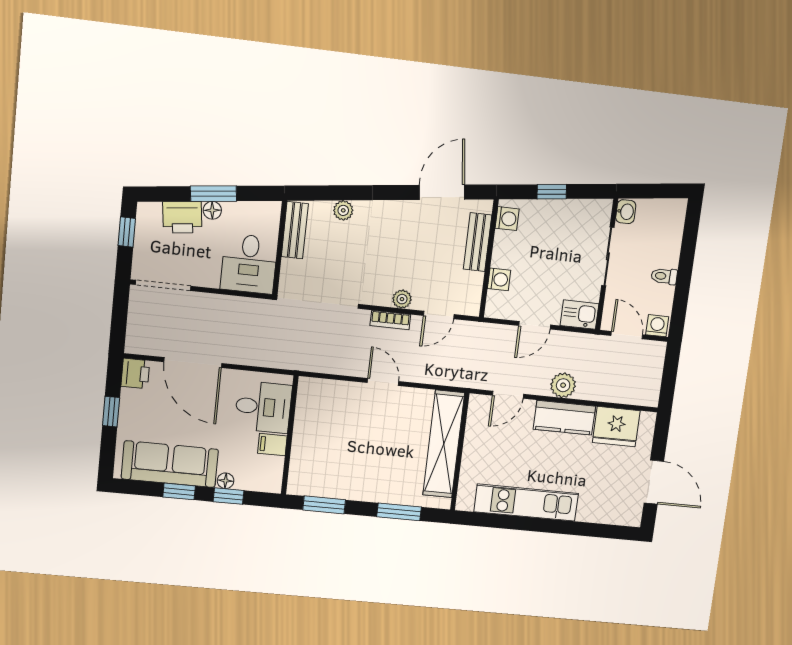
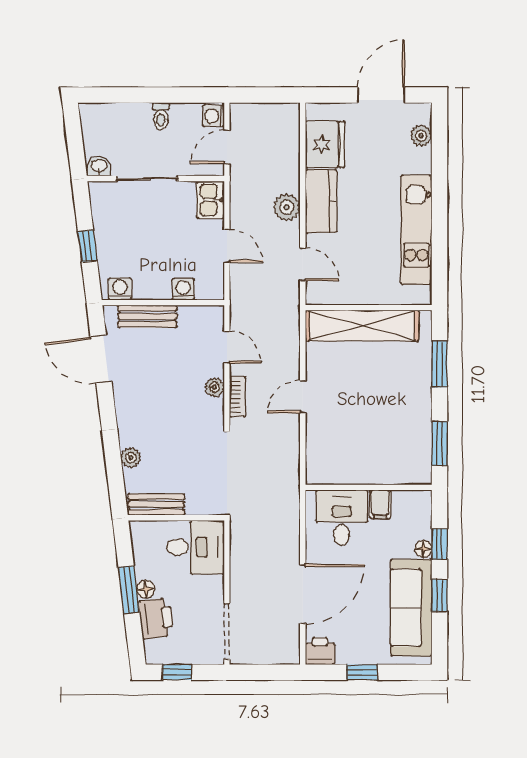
plant: (612, 515) -> (421, 136), added

